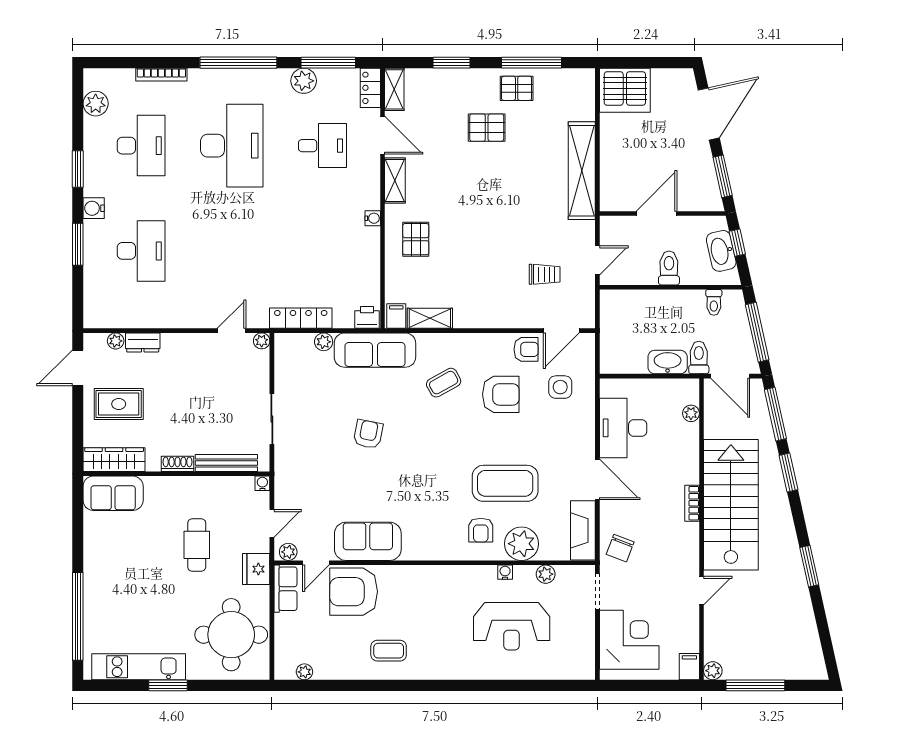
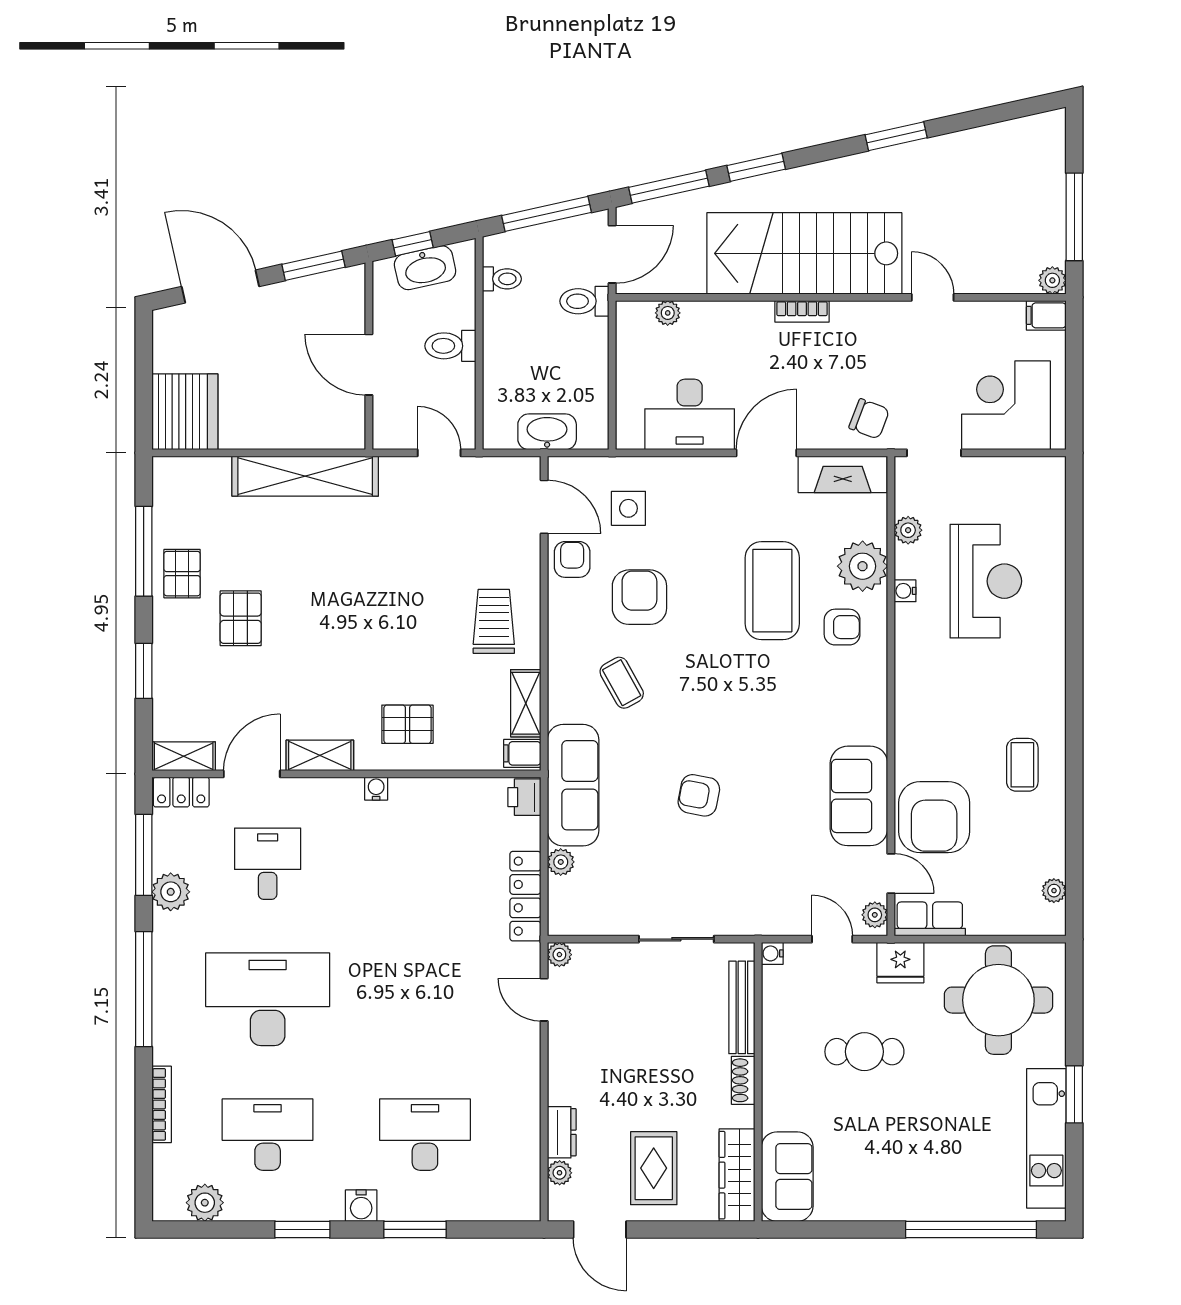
trolley: (545, 274) -> (494, 621), moved, width x1.36, depth x1.39
washbasin: (668, 362) -> (547, 432), moved, turned 90

